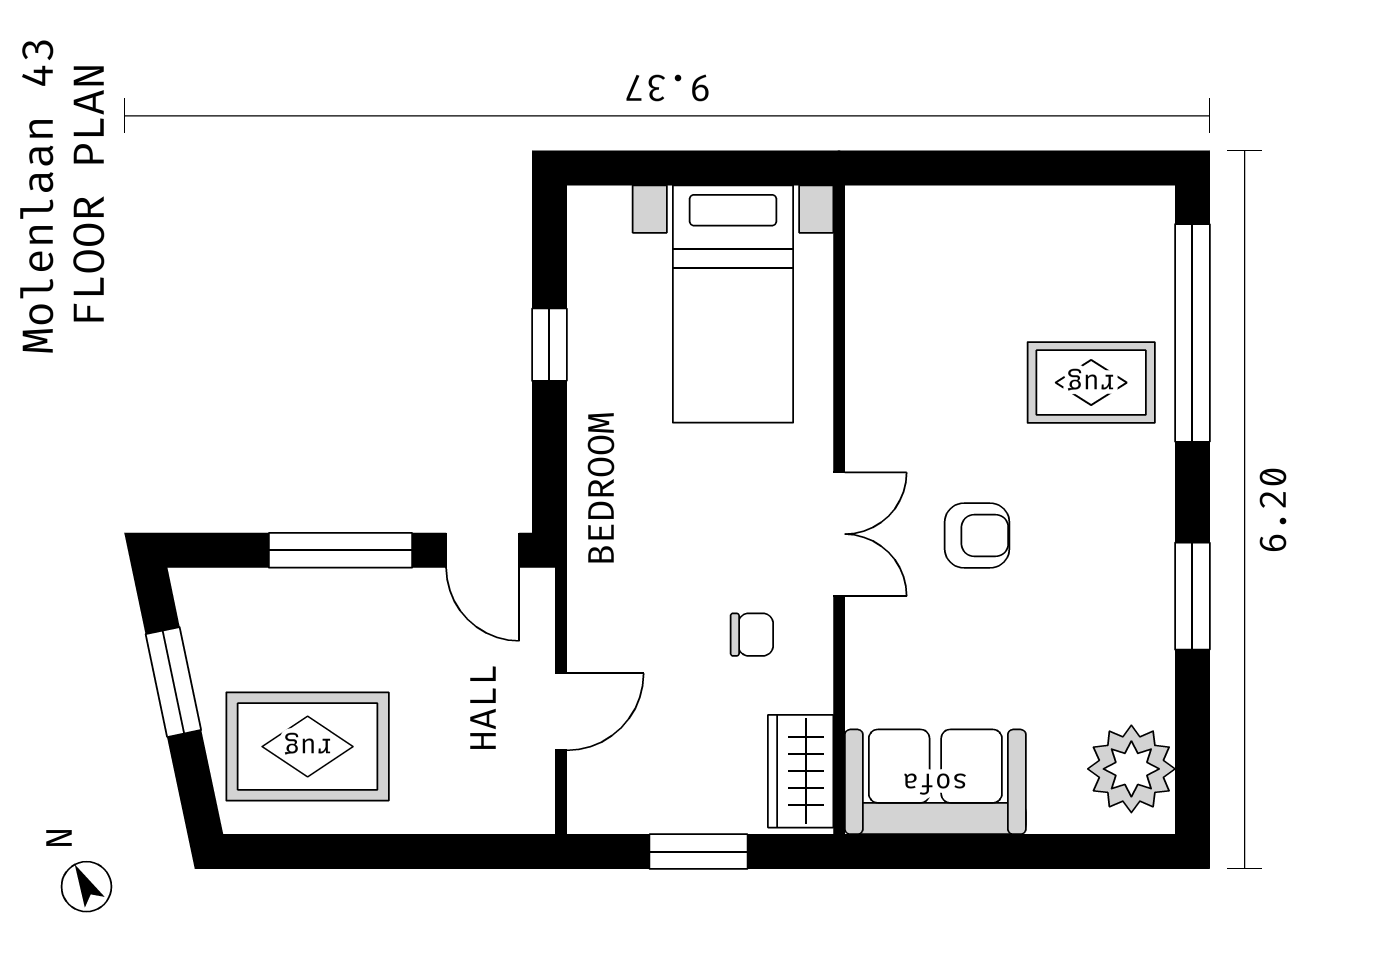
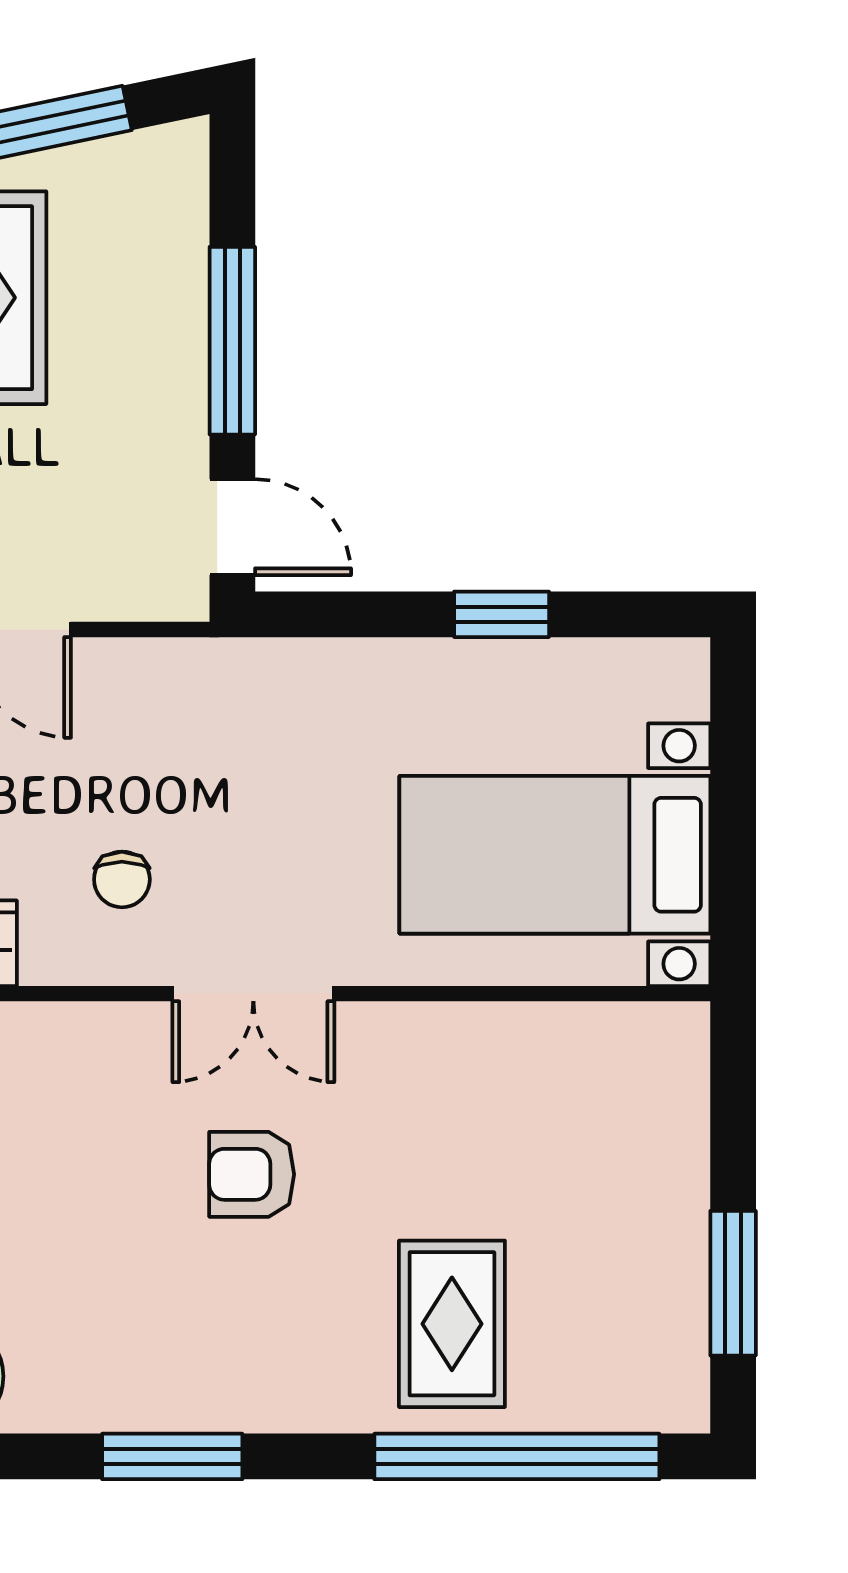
window: (1060, 168) -> (733, 1283), added
armchair: (977, 536) -> (252, 1174), turned 90
door: (483, 550) -> (232, 527), swing flipped

